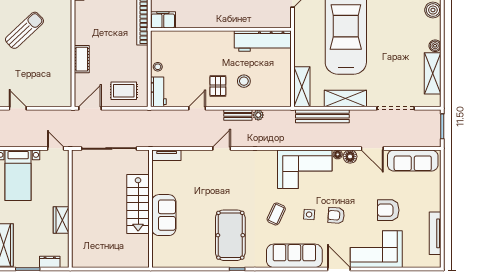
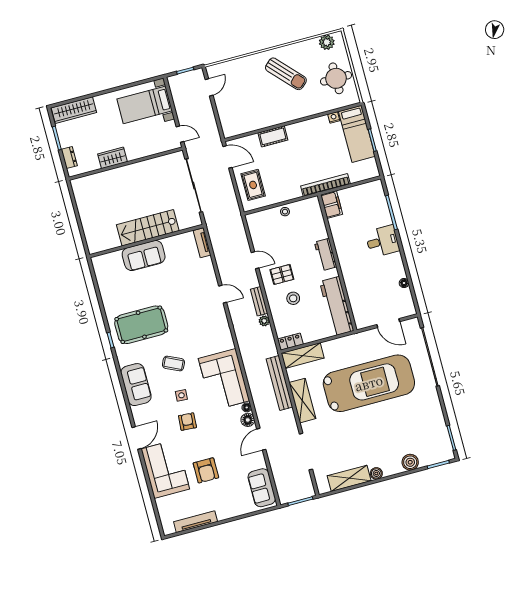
workbench: (158, 92) -> (326, 254), moved, turned 90
locker: (285, 95) -> (290, 342), added
door: (56, 148) -> (180, 134), hinge flipped
sofa: (413, 160) -> (262, 488), width x0.73
armchair: (388, 210) -> (206, 470), turned 180
sofa: (294, 256) -> (136, 385), width x0.73

